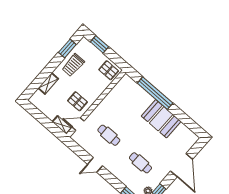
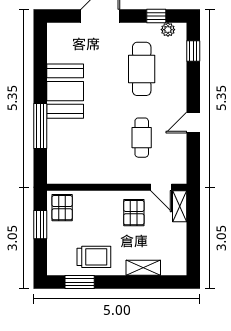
window: (99, 44) -> (40, 225), moved
window: (155, 93) -> (40, 126), width x0.68
cafe table: (140, 163) -> (142, 69), width x1.37, depth x1.35
door: (95, 165) -> (193, 123), swing flipped

